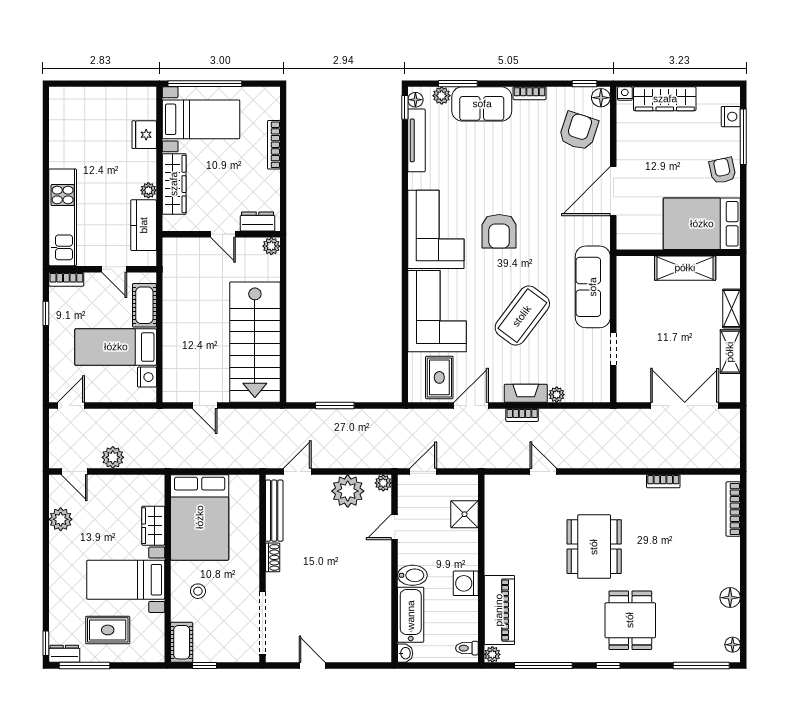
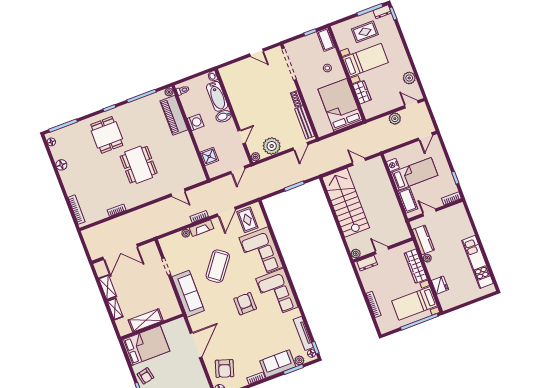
kitchen unit: (63, 217) -> (478, 262), moved

